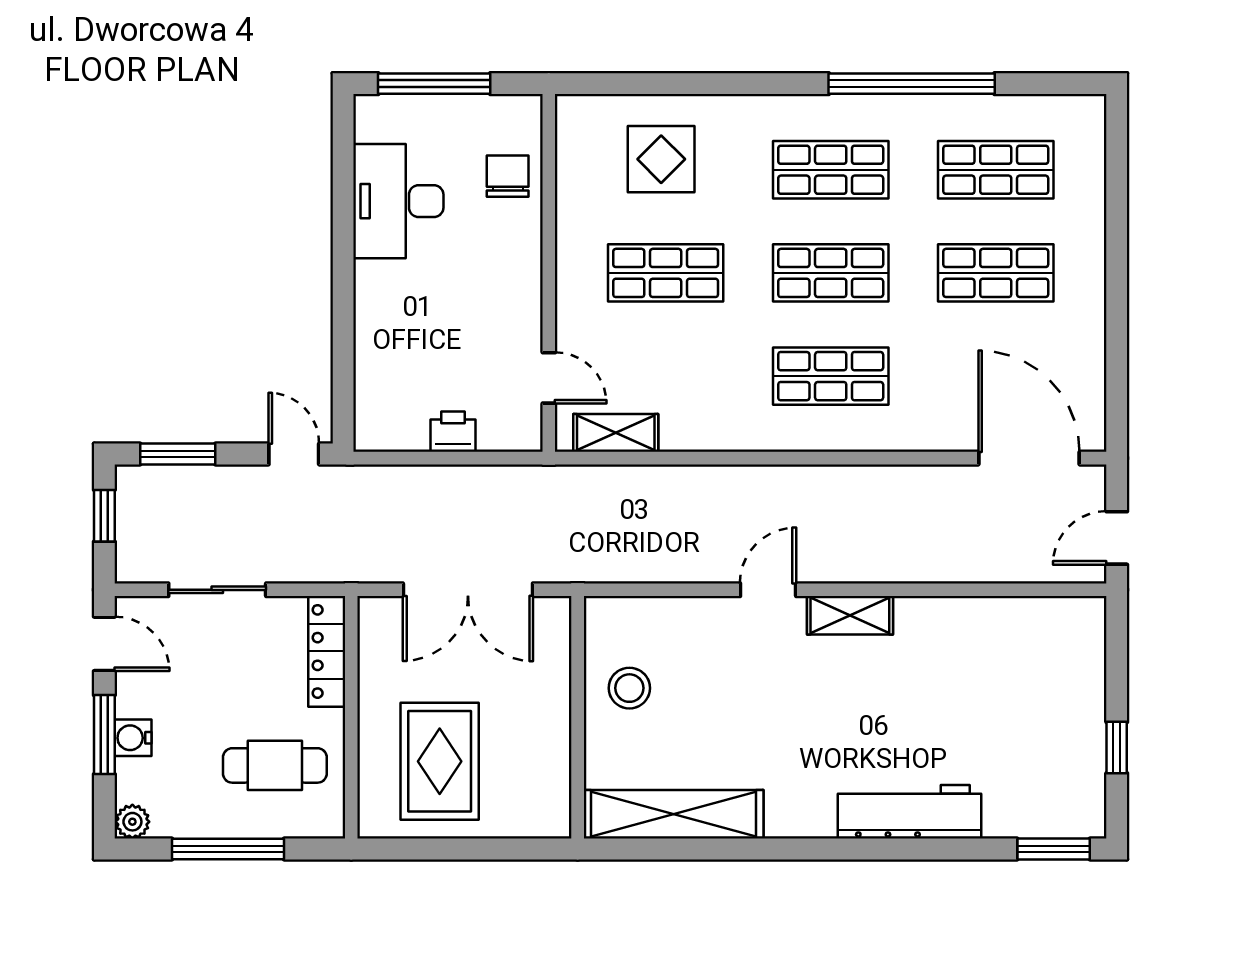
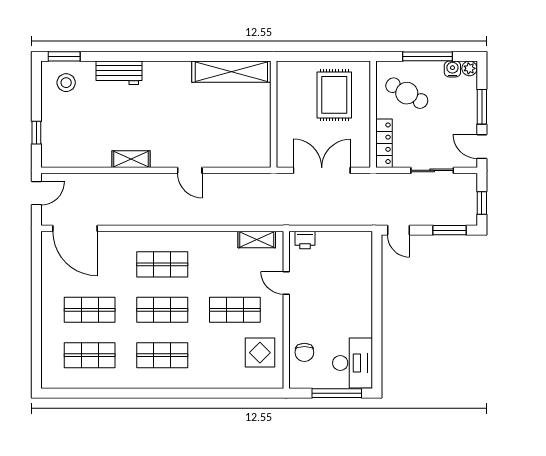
window: (912, 84) -> (127, 393), removed
display table: (661, 159) -> (260, 353), moved
desk: (398, 201) -> (352, 363), moved
door: (549, 378) -> (286, 283), moved
printer: (453, 432) -> (305, 240), moved
door: (768, 590) -> (190, 170), hinge flipped
shelving: (850, 615) -> (131, 159), moved
stool: (629, 688) -> (66, 83), moved
water cooler: (133, 738) -> (452, 69), moved, turned -90
window: (1117, 748) -> (36, 133), moved
cafe table: (275, 765) -> (407, 93), turned 30
workbench: (909, 812) -> (119, 73), width x0.73

